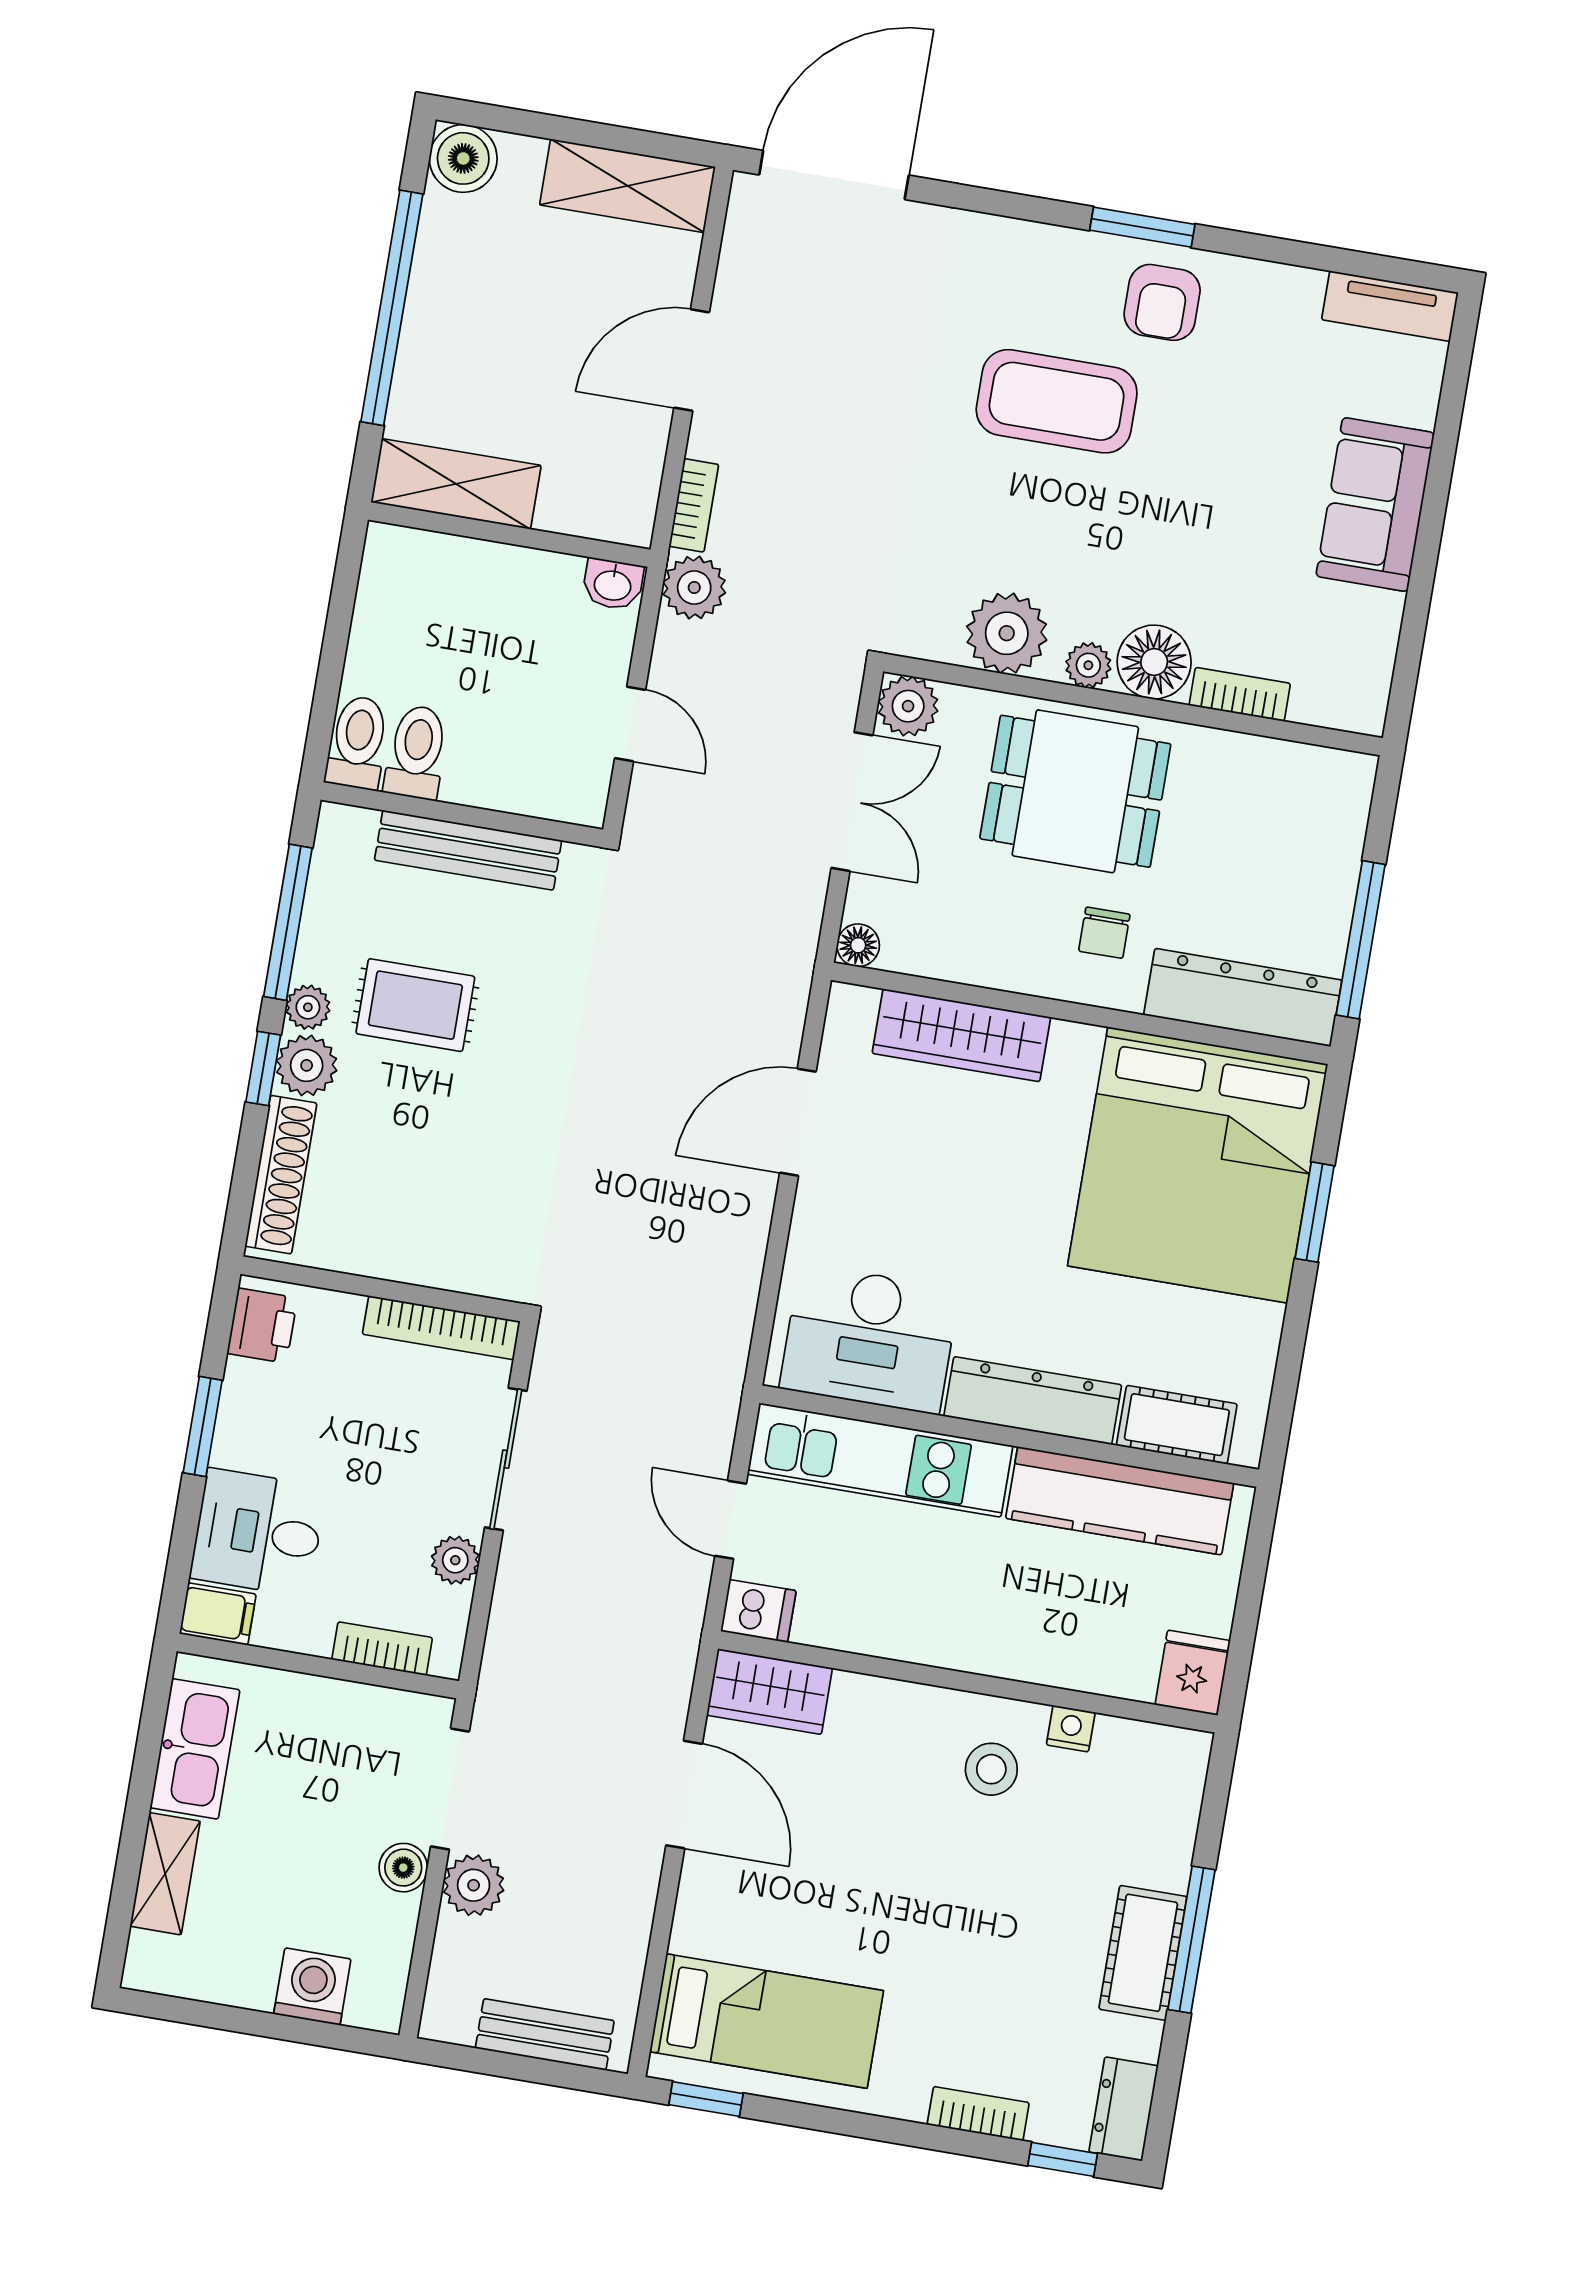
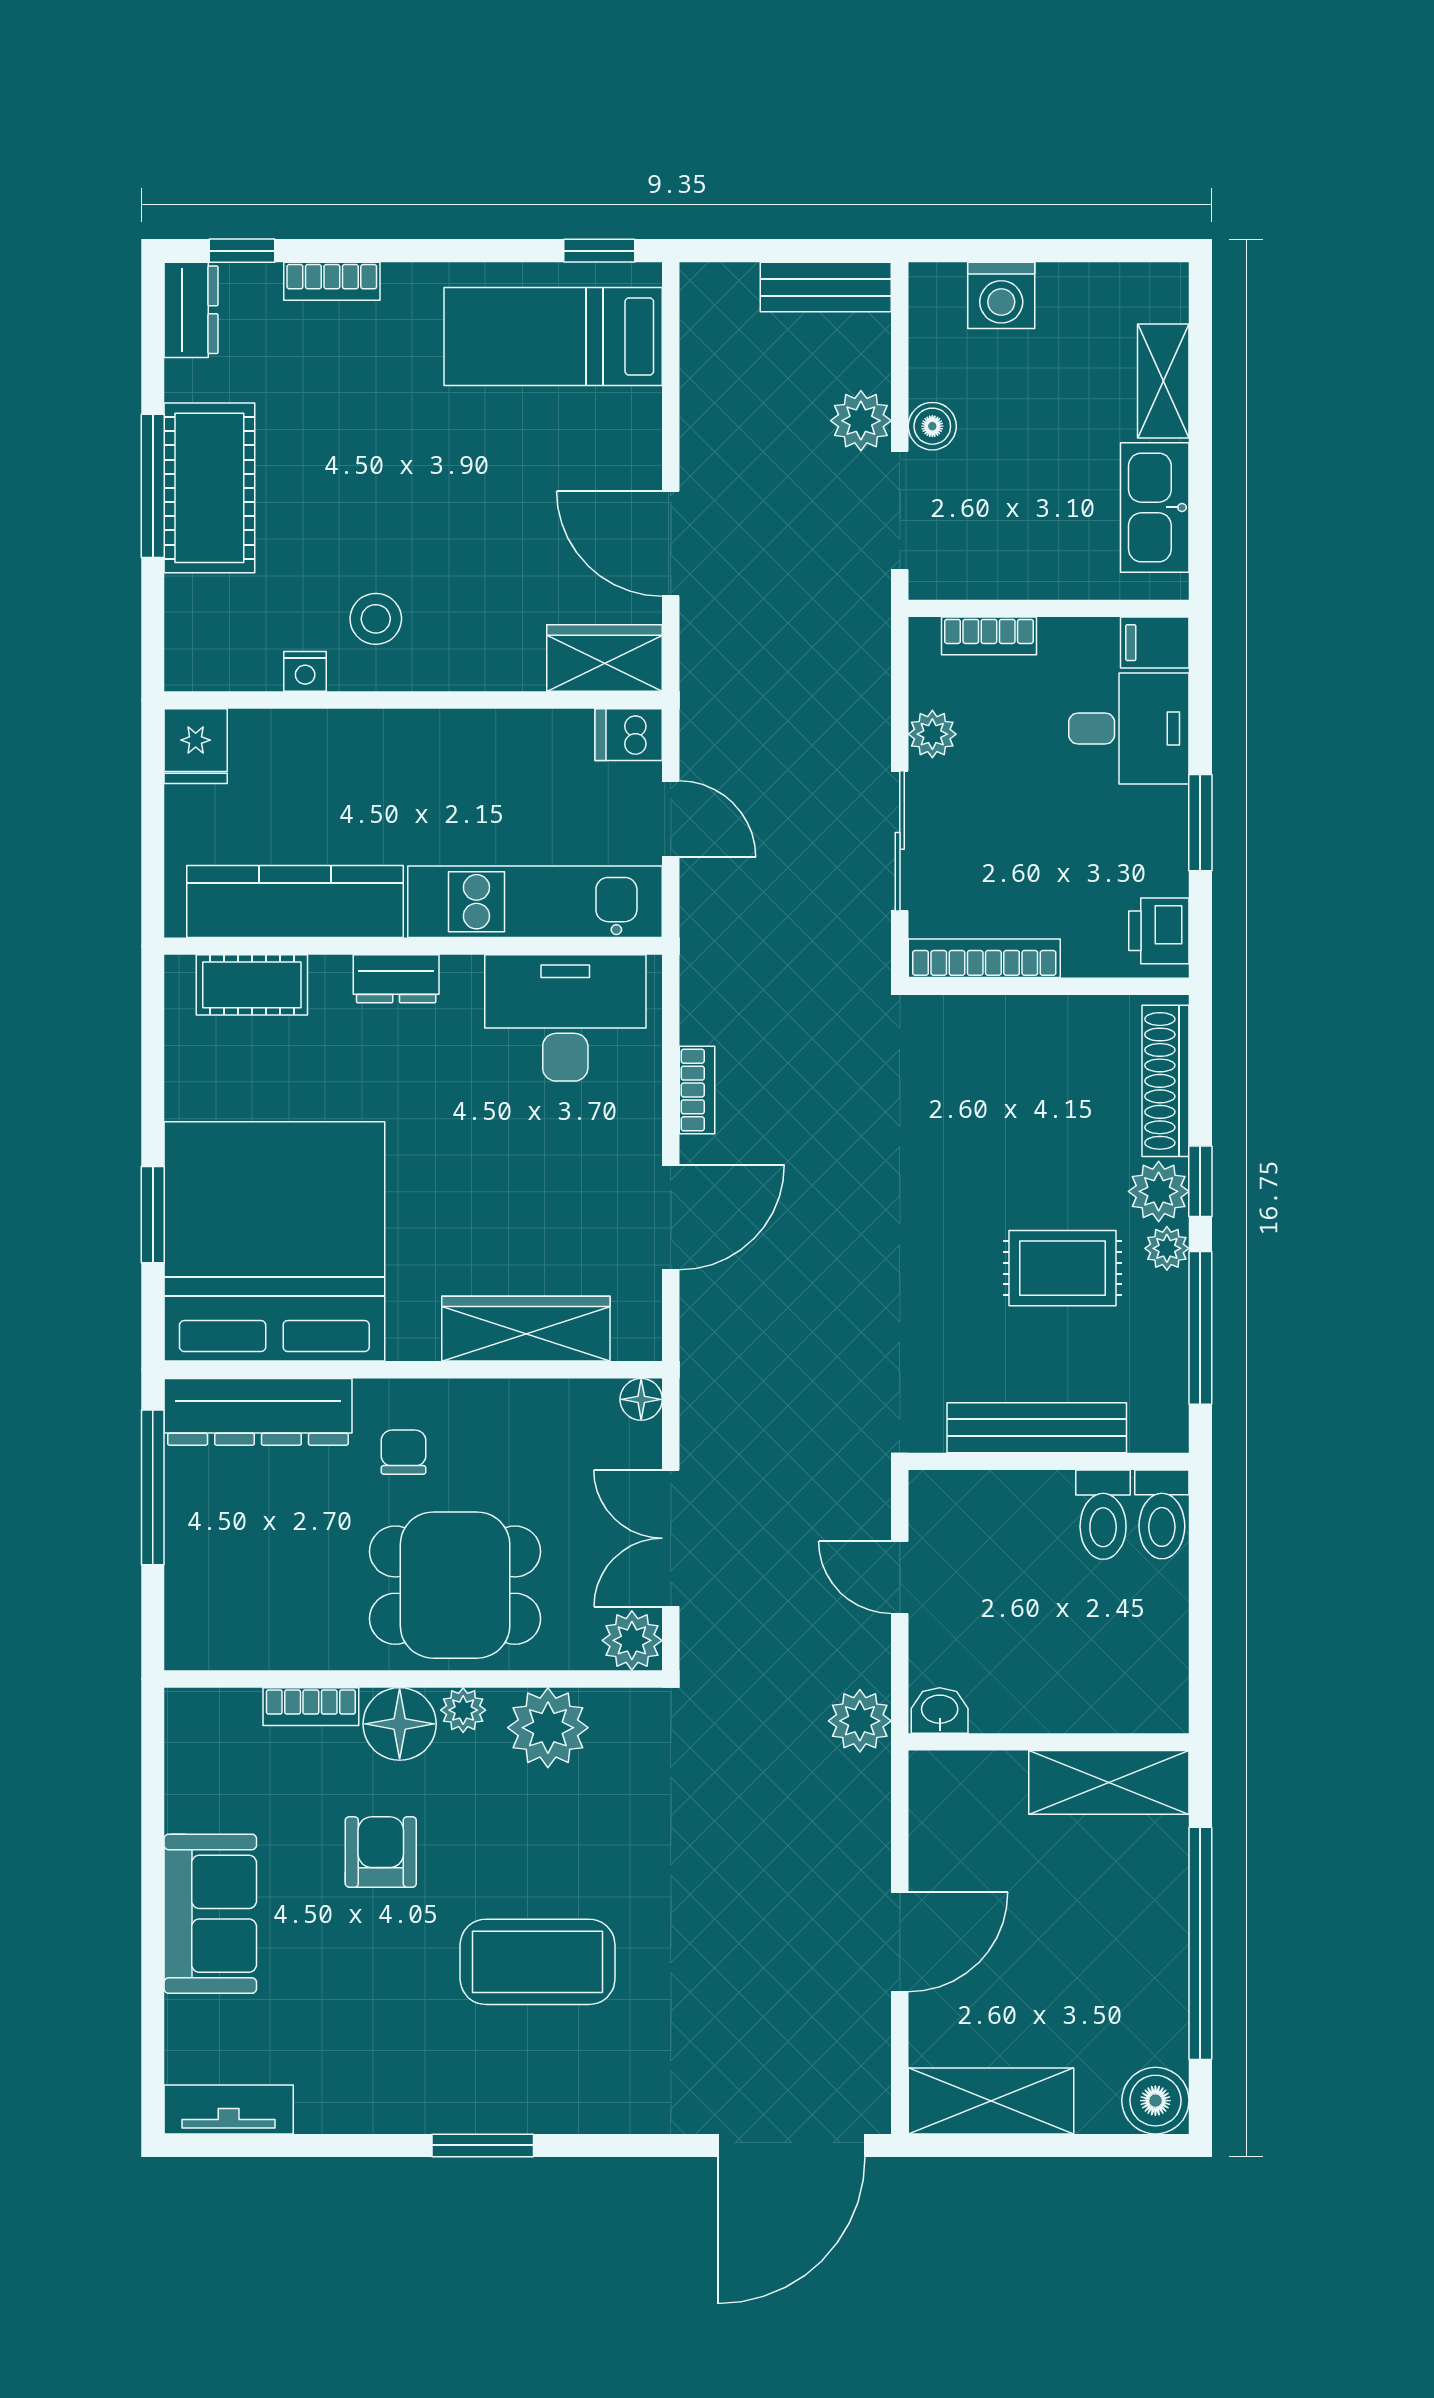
armchair: (1162, 302) -> (381, 1852), moved
bookcase: (694, 505) -> (697, 1090), moved, turned 180
dresser: (1033, 1401) -> (396, 979), width x0.51, depth x0.80
cot: (1143, 1953) -> (209, 488), width x1.37, depth x1.34
bench: (545, 2034) -> (826, 287), moved

